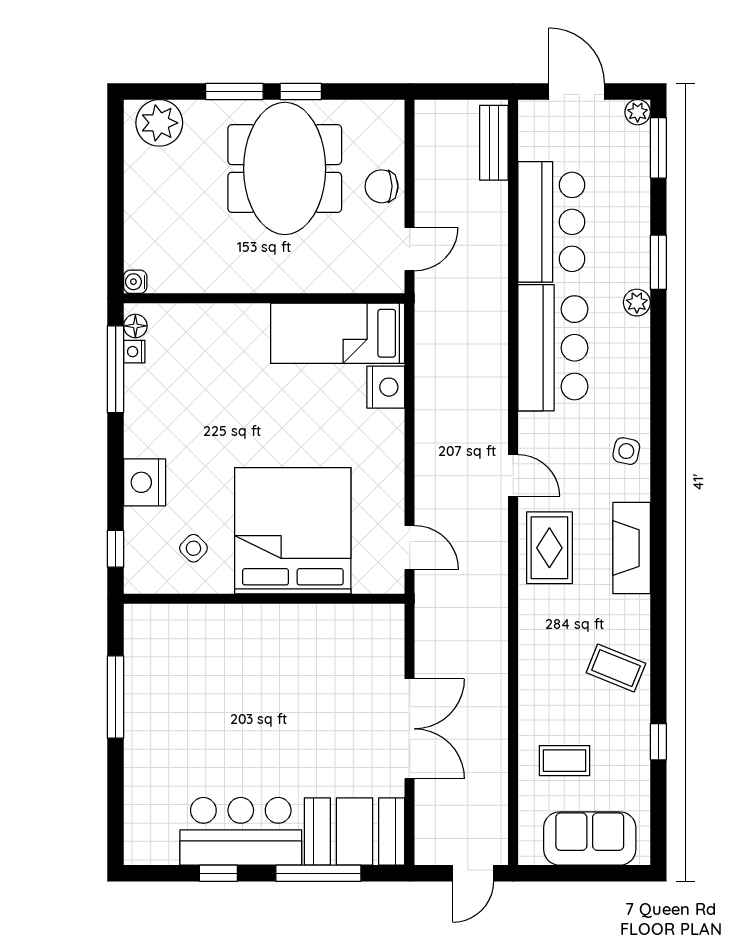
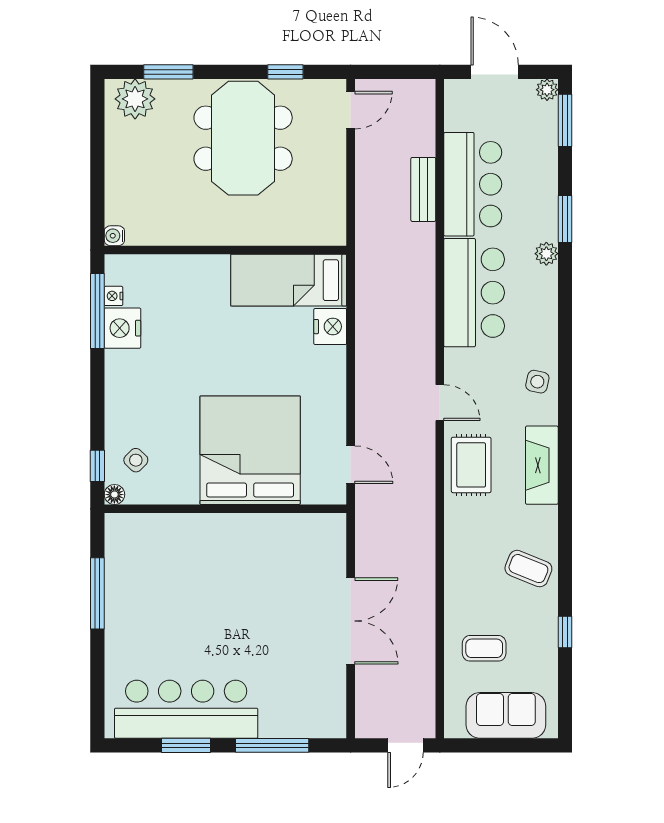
window: (234, 91) -> (168, 72), moved
window: (301, 91) -> (285, 72), moved
bench: (494, 143) -> (423, 189), moved
chair: (382, 186) -> (327, 154), removed
door: (410, 249) -> (351, 110), moved
floor lamp: (135, 326) -> (114, 495), moved
nightstand: (145, 482) -> (122, 328), moved
side table: (193, 548) -> (136, 460), moved
bar counter: (241, 831) -> (186, 709), width x1.36
booth: (355, 832) -> (303, 709), removed
window: (218, 873) -> (186, 745), width x1.50

